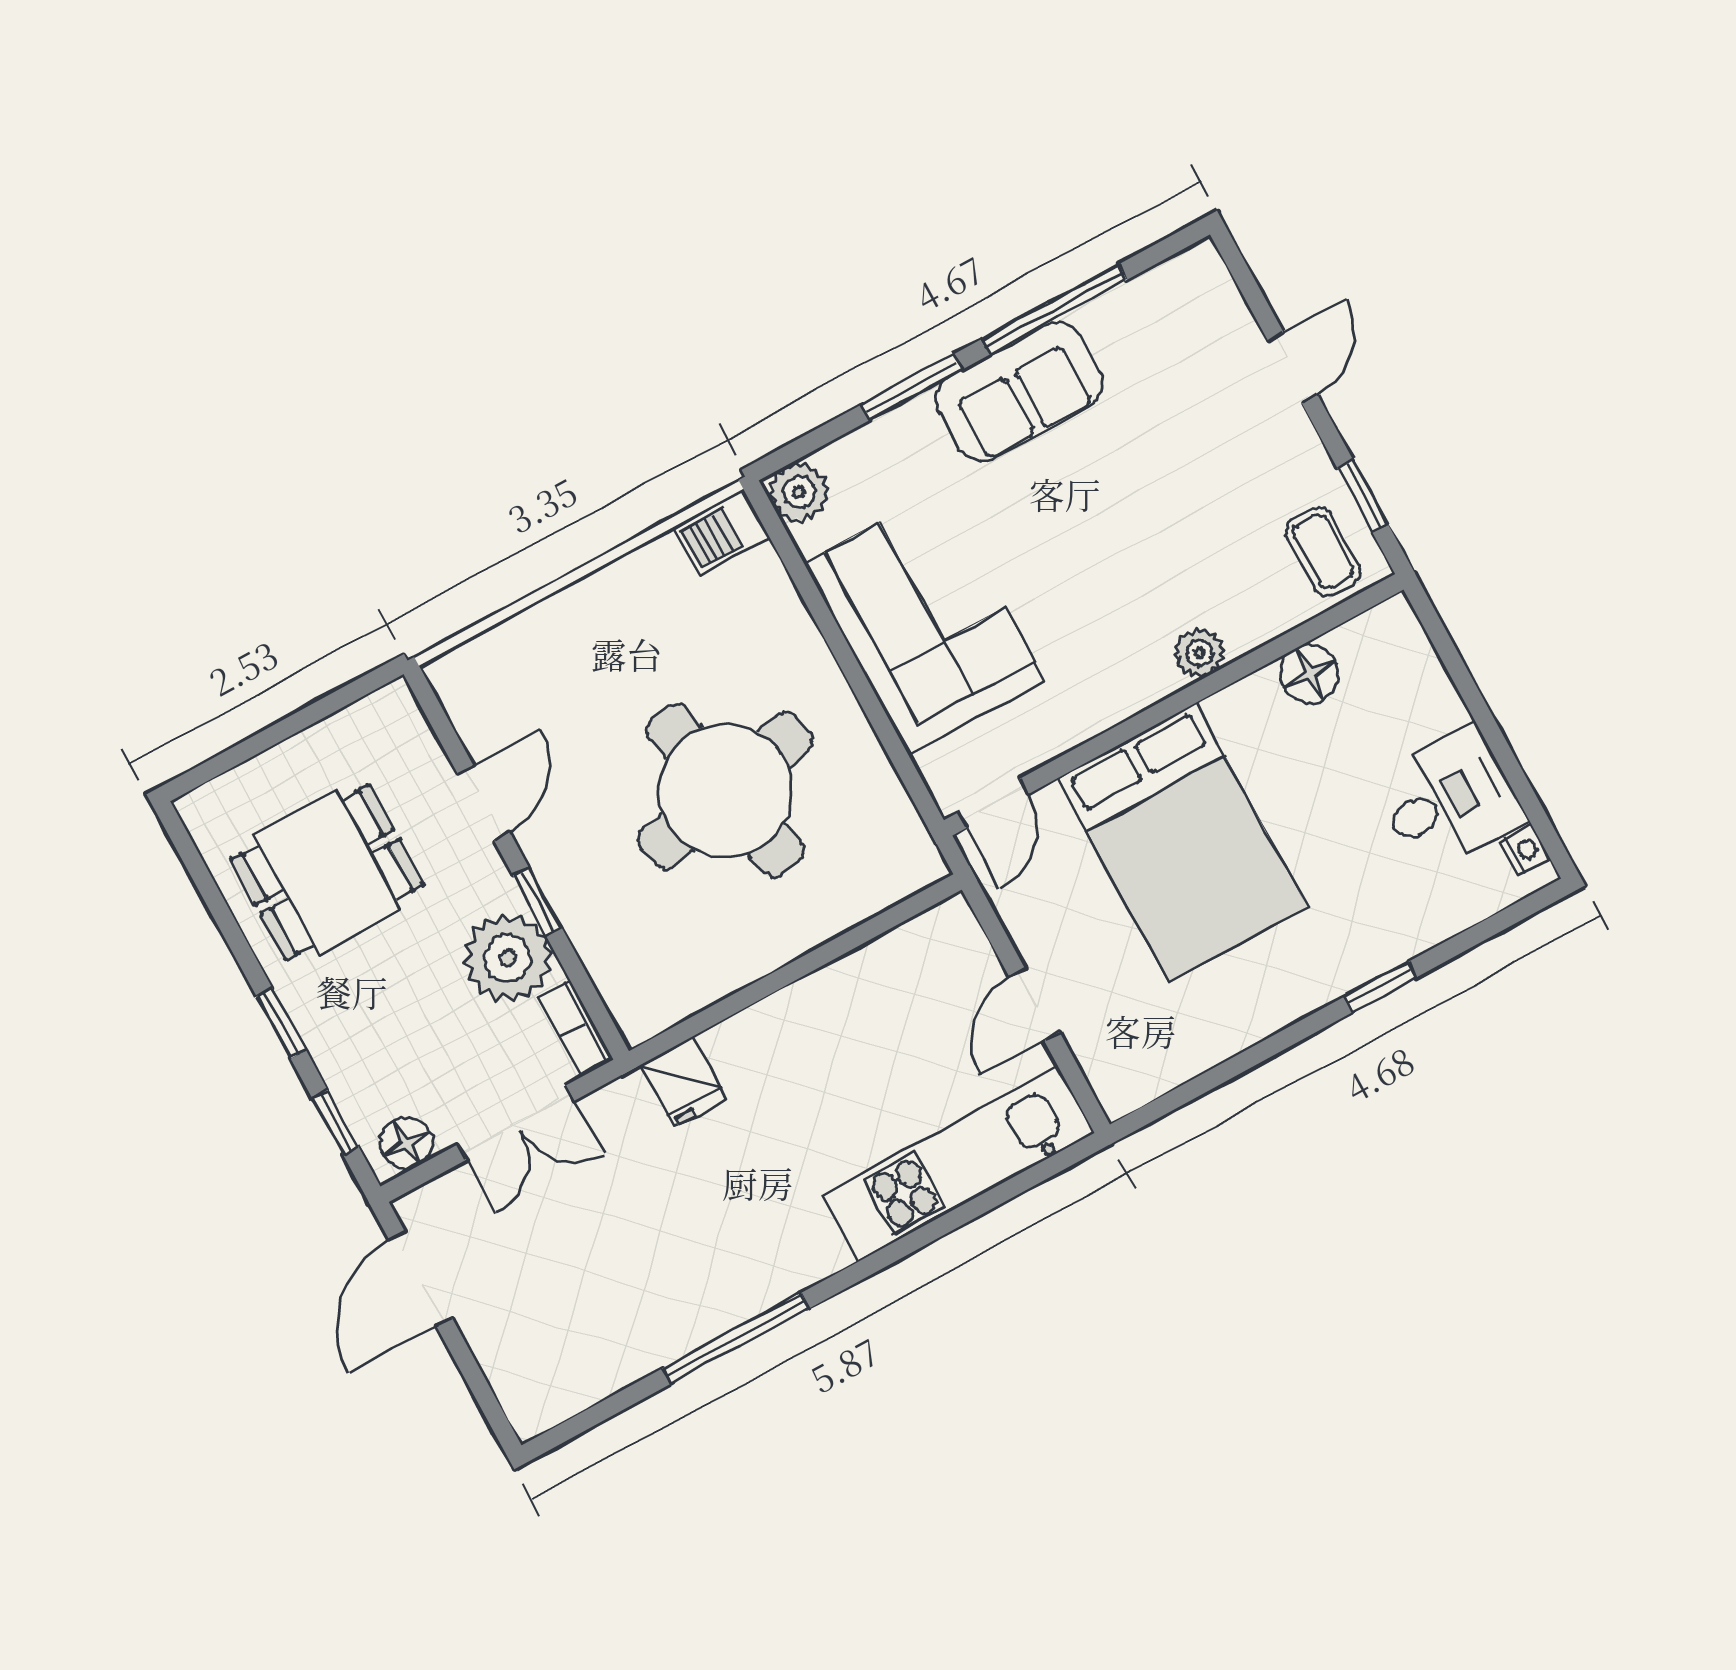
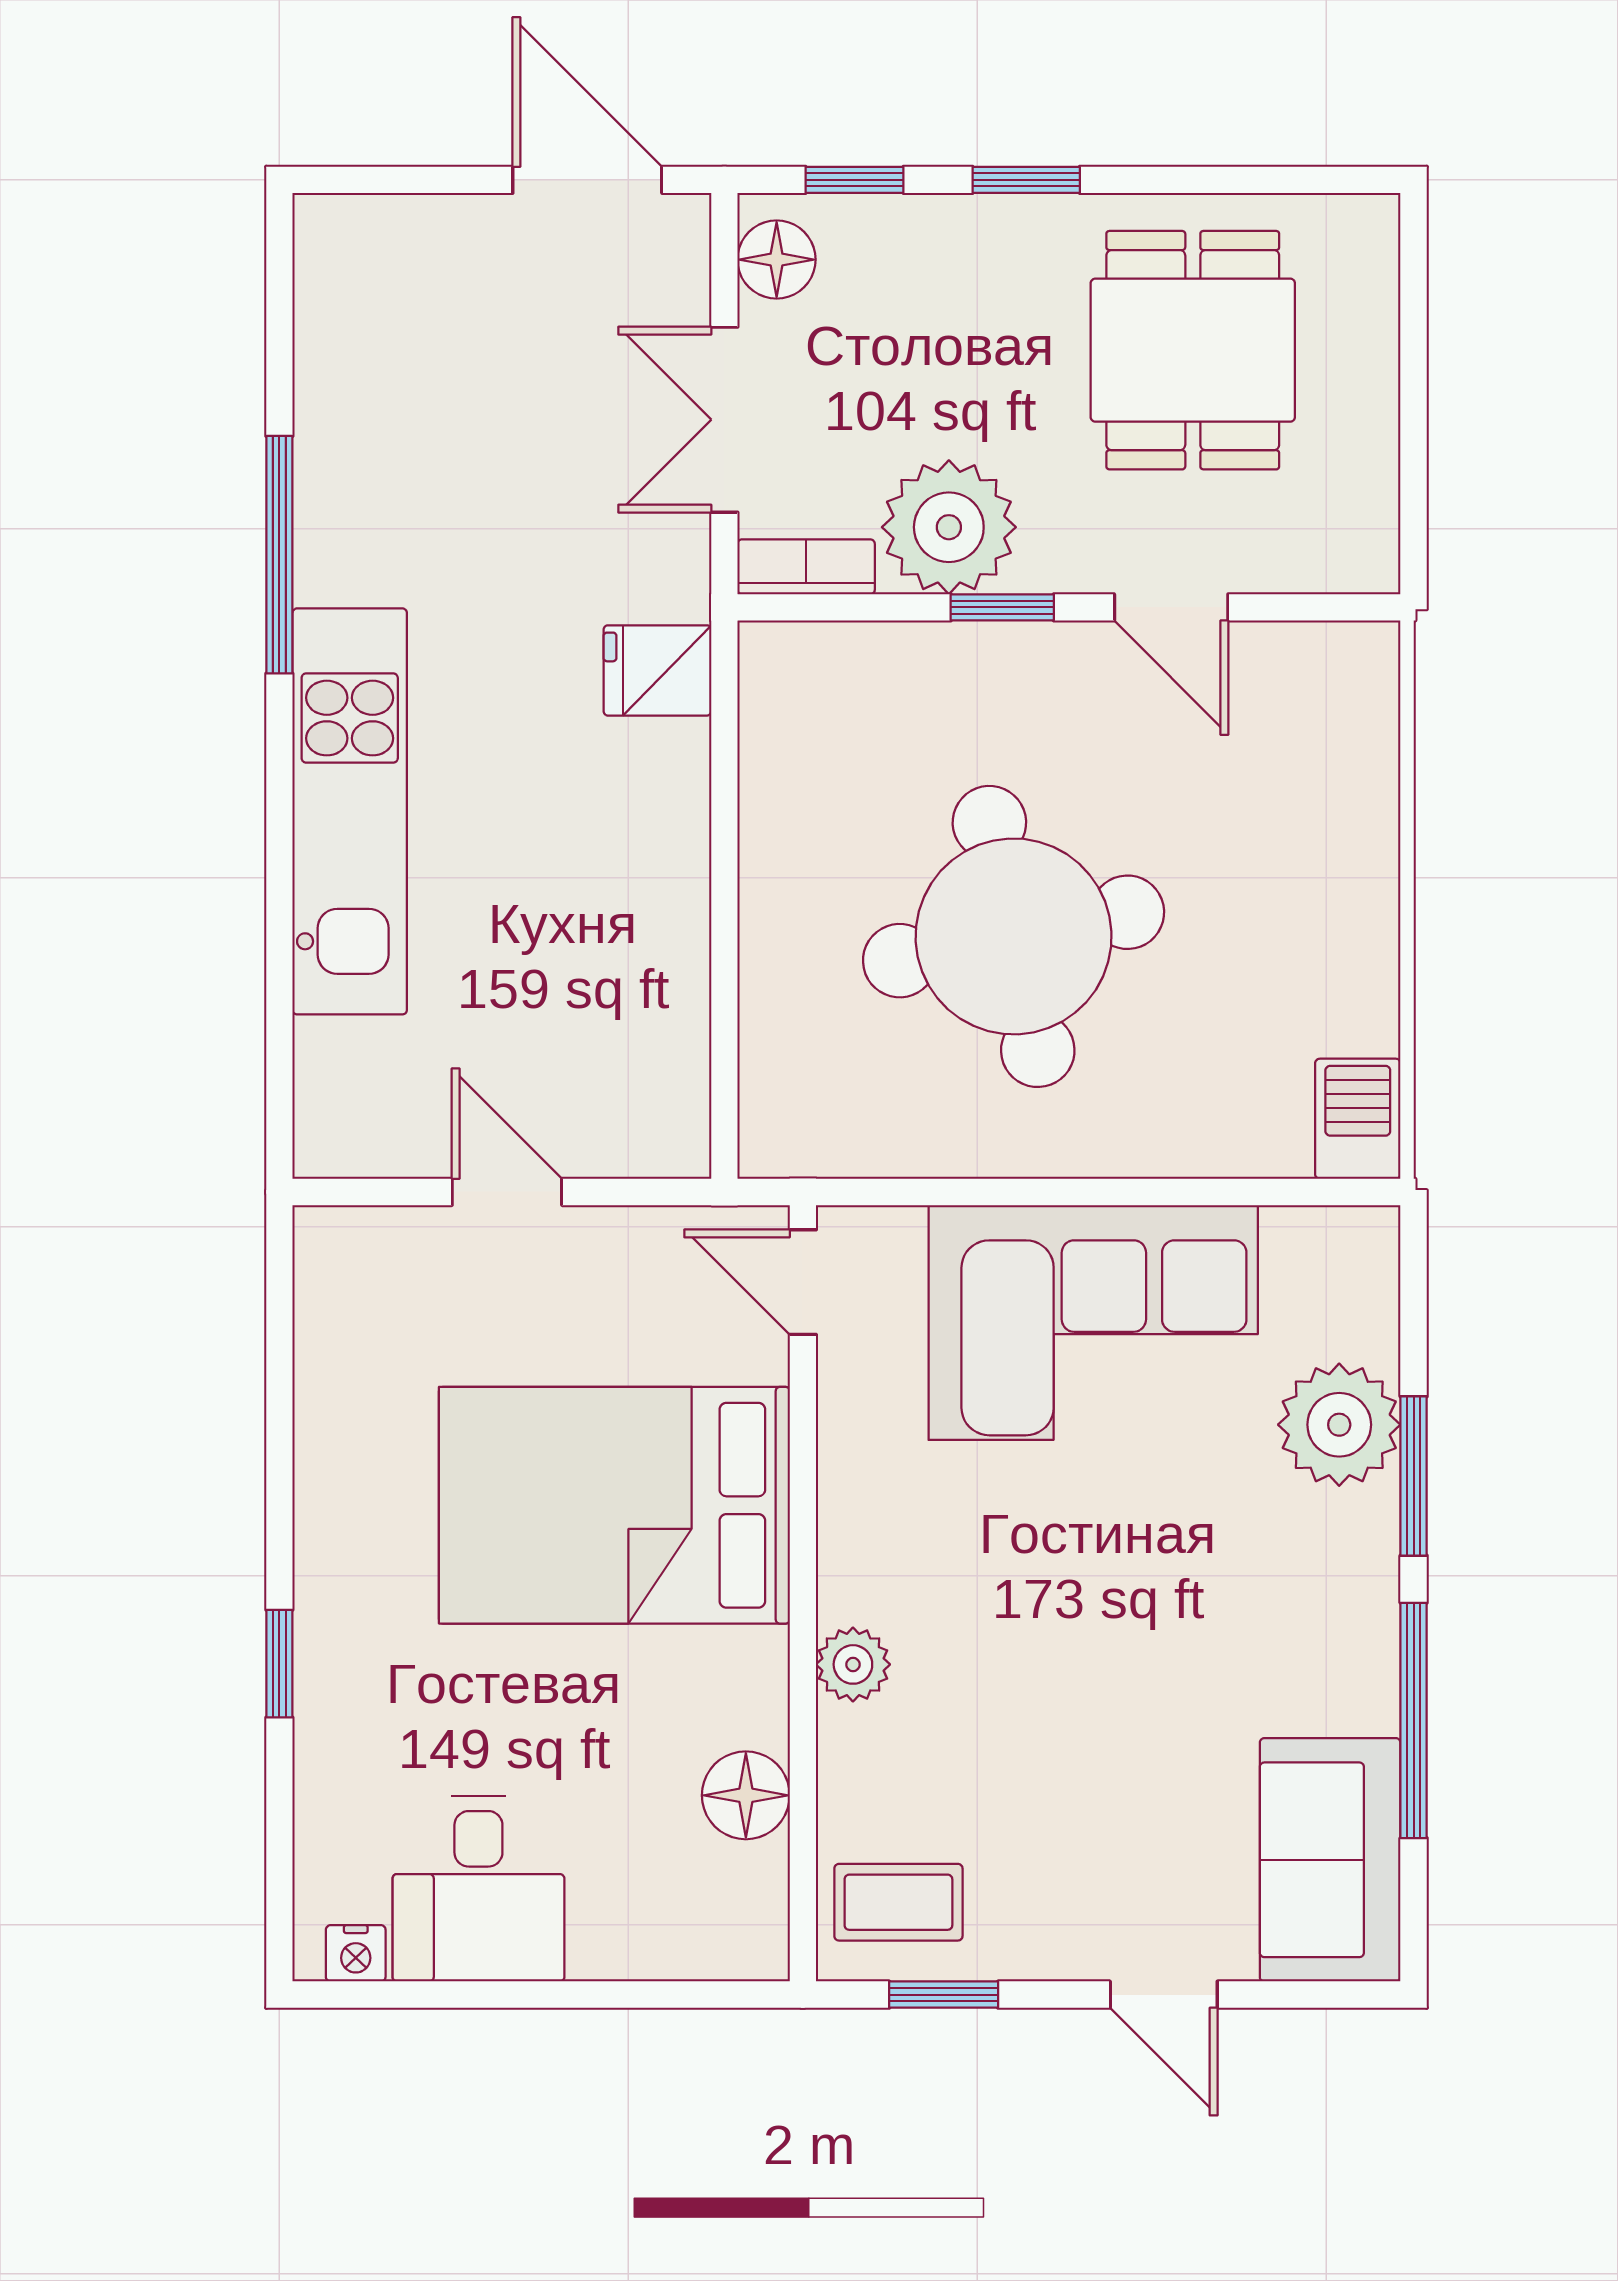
sofa: (1019, 391) -> (1330, 1860), moved
plant: (799, 492) -> (1339, 1425), moved, width x1.36, depth x1.36
kitchen unit: (958, 1164) -> (350, 811), moved

